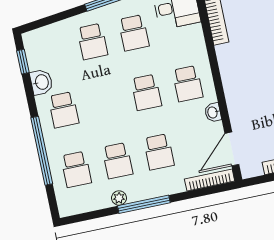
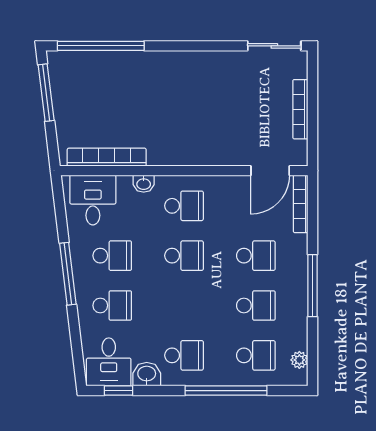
desk: (45, 48) -> (109, 362), added
washbasin: (213, 112) -> (144, 184), moved
door: (232, 149) -> (270, 171), hinge flipped
plant: (119, 198) -> (299, 360), moved

